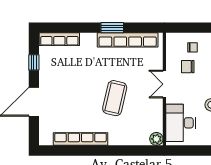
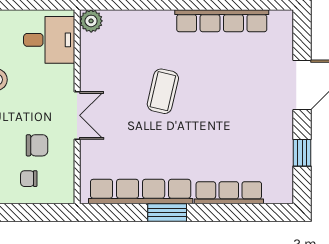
row of seats: (59, 39) -> (229, 193), moved
coffee table: (115, 98) -> (163, 91), width x0.73, depth x0.76
desk: (181, 123) -> (49, 40), width x0.73

